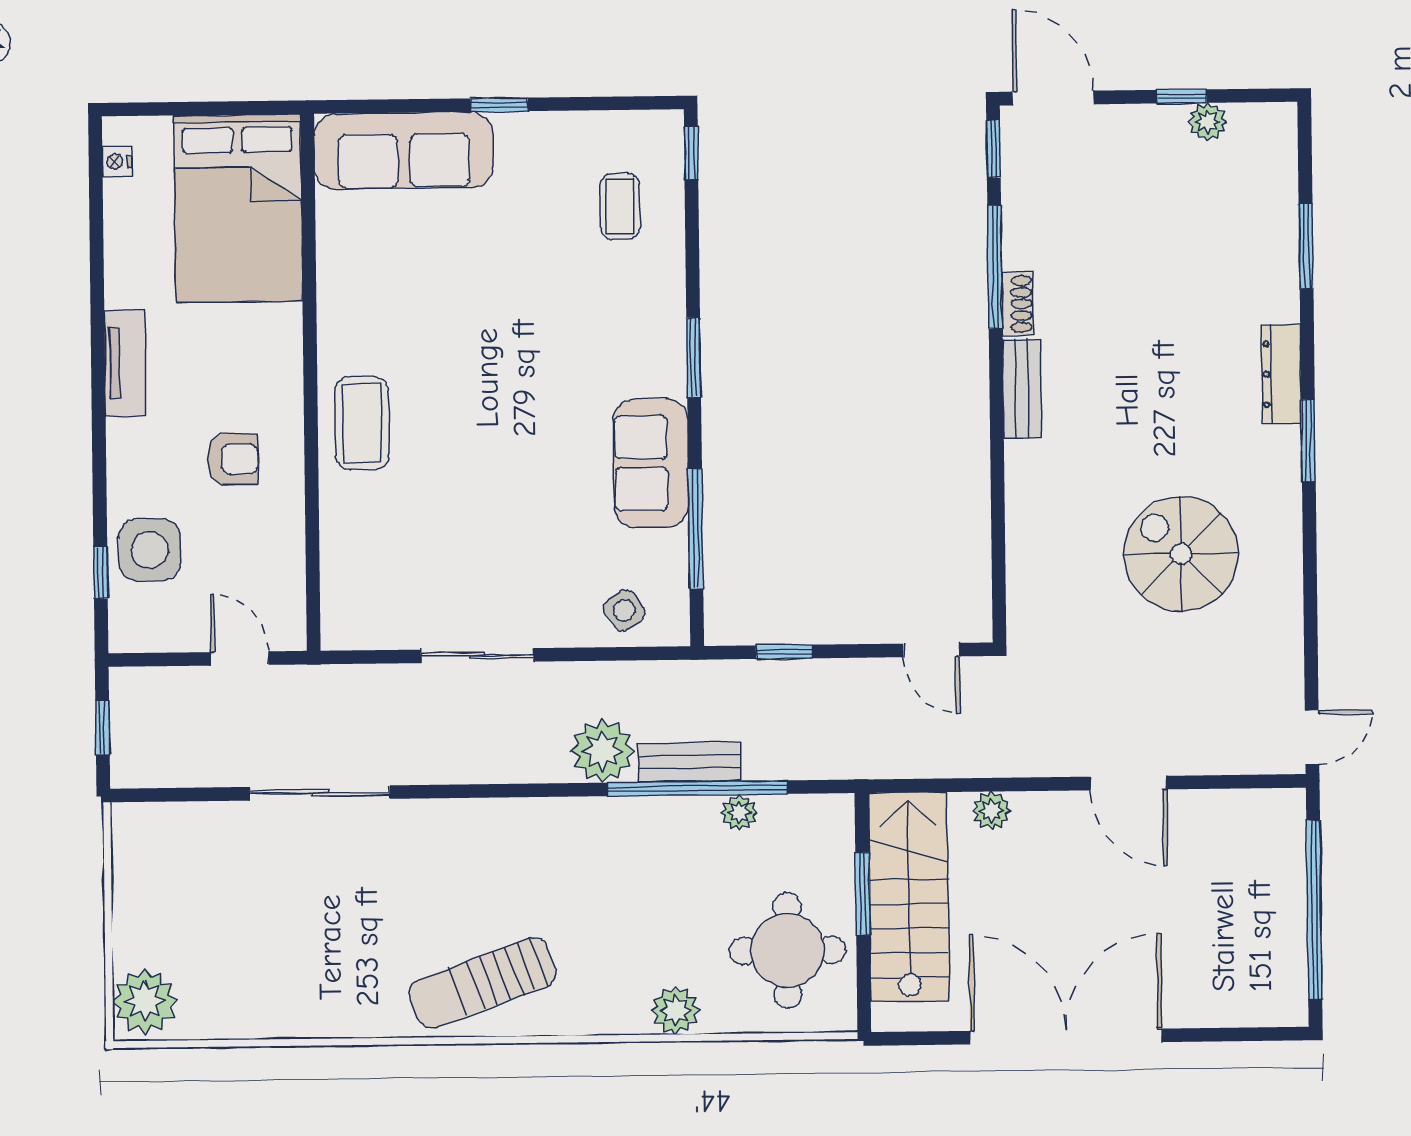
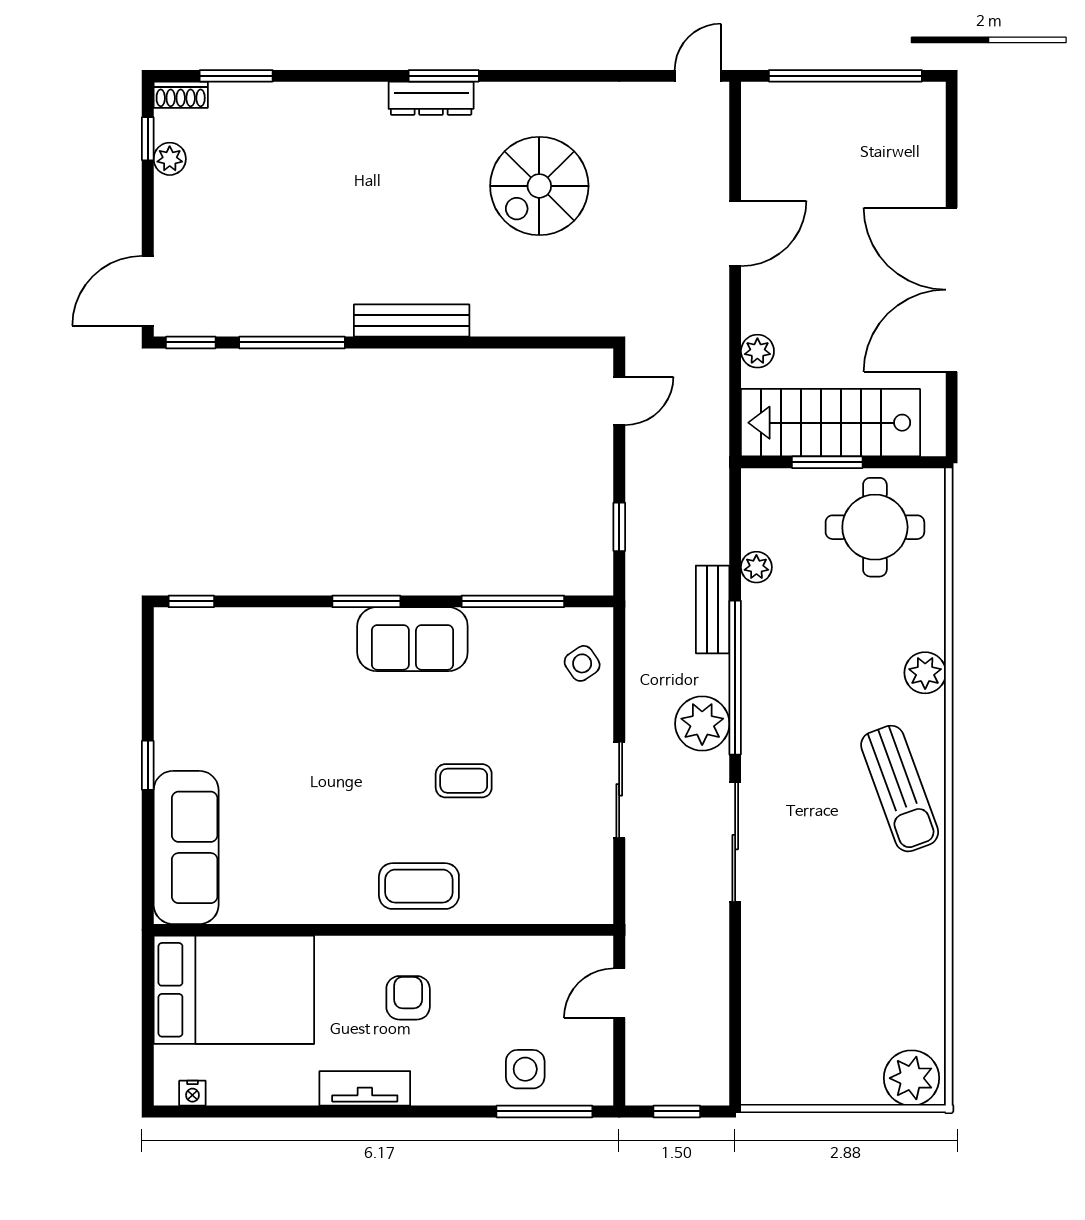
window: (1182, 96) -> (148, 139), moved
coffee table: (620, 206) -> (464, 781), moved
window: (1306, 246) -> (236, 76), moved
shoe rack: (1017, 304) -> (181, 95), moved, turned 180
dresser: (1281, 374) -> (431, 98), moved
bench: (1022, 389) -> (412, 320), width x1.36
armchair: (233, 459) -> (408, 998), moved
sofa: (651, 463) -> (412, 639), moved
side table: (150, 550) -> (525, 1069), width x0.73, depth x0.73
window: (101, 573) -> (544, 1111), width x2.17
door: (1312, 737) -> (698, 76), hinge flipped
plant: (602, 751) -> (702, 724), moved
window: (698, 788) -> (735, 678), moved
sliding door: (320, 793) -> (735, 842), moved
plant: (676, 1010) -> (925, 673), moved

